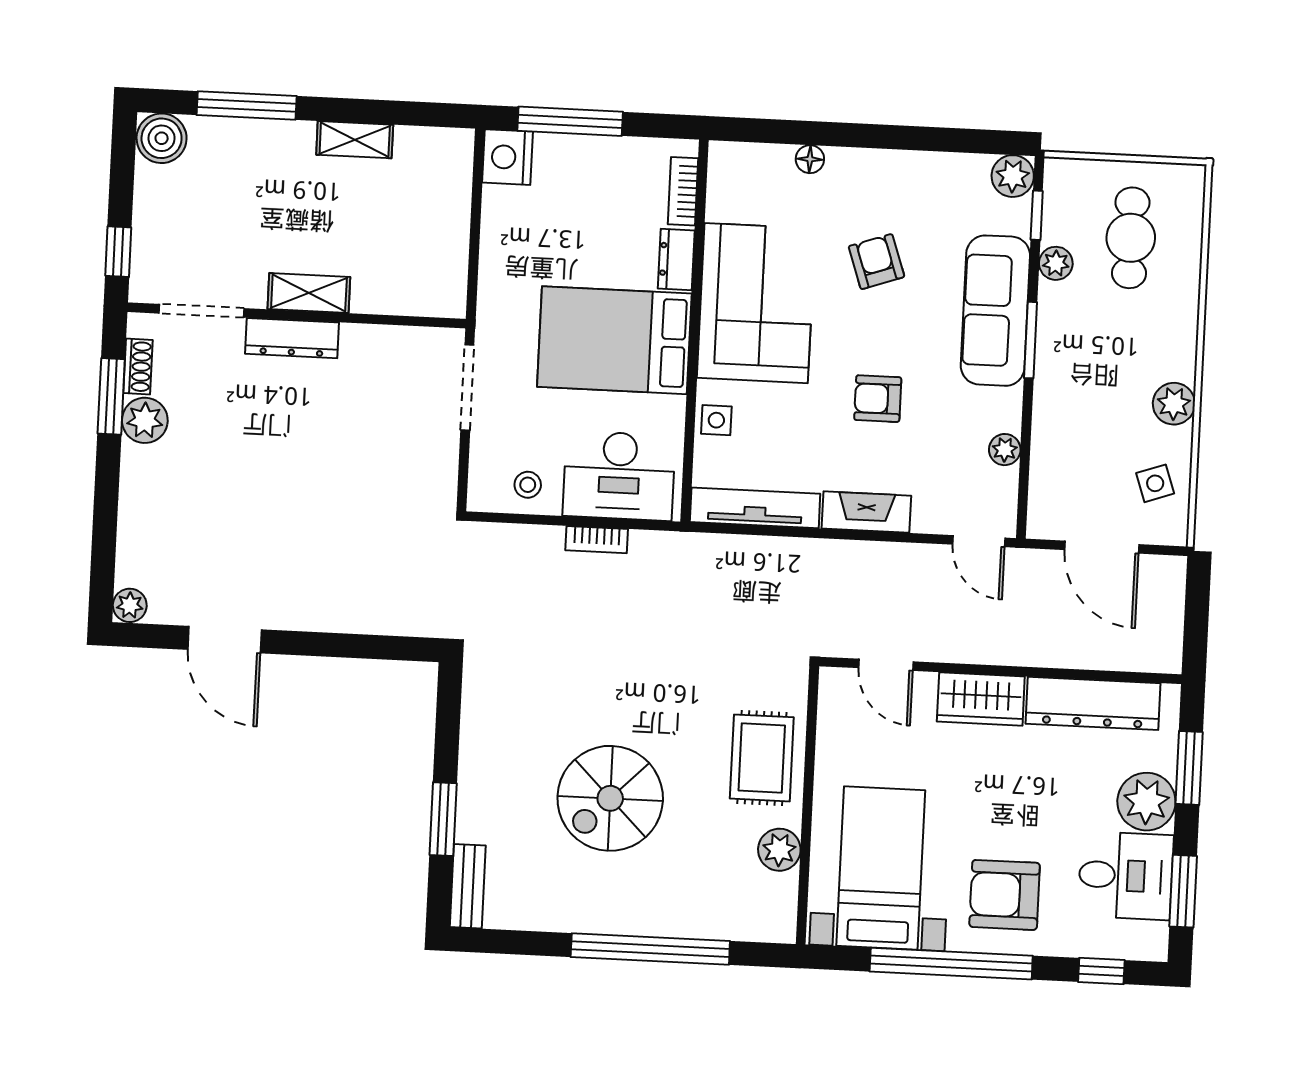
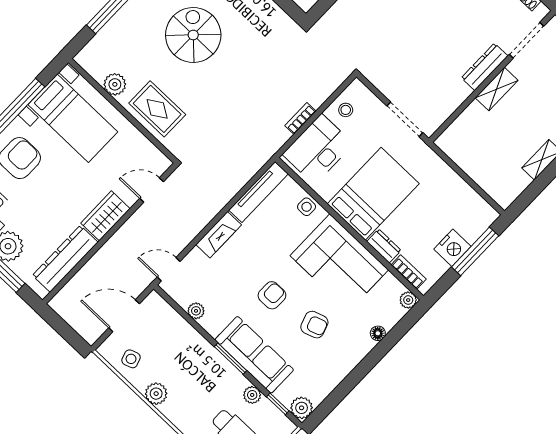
nightstand: (508, 157) -> (452, 248), moved, turned 90
plant: (724, 157) -> (408, 300), added
armchair: (878, 399) -> (272, 295), moved

